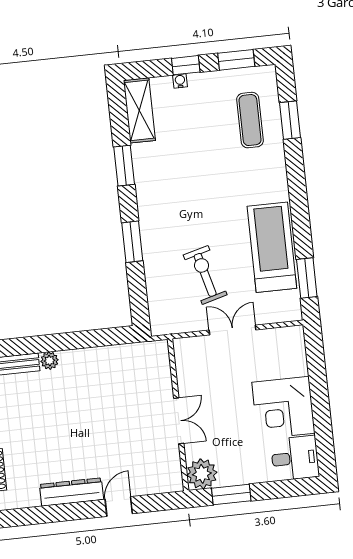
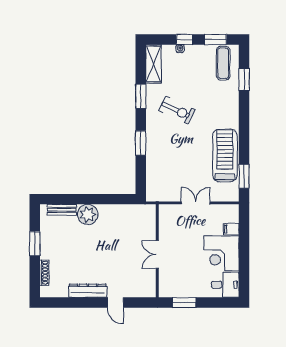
exercise mat: (250, 120) -> (223, 63), moved
exercise bike: (205, 275) -> (177, 110), moved, turned 130
plant: (50, 361) -> (88, 214), width x1.87, depth x1.87
filing cabinet: (295, 366) -> (231, 229), added
double door: (179, 421) -> (157, 254), swing flipped
plant: (202, 474) -> (168, 288), removed
door: (119, 506) -> (115, 303), swing flipped

